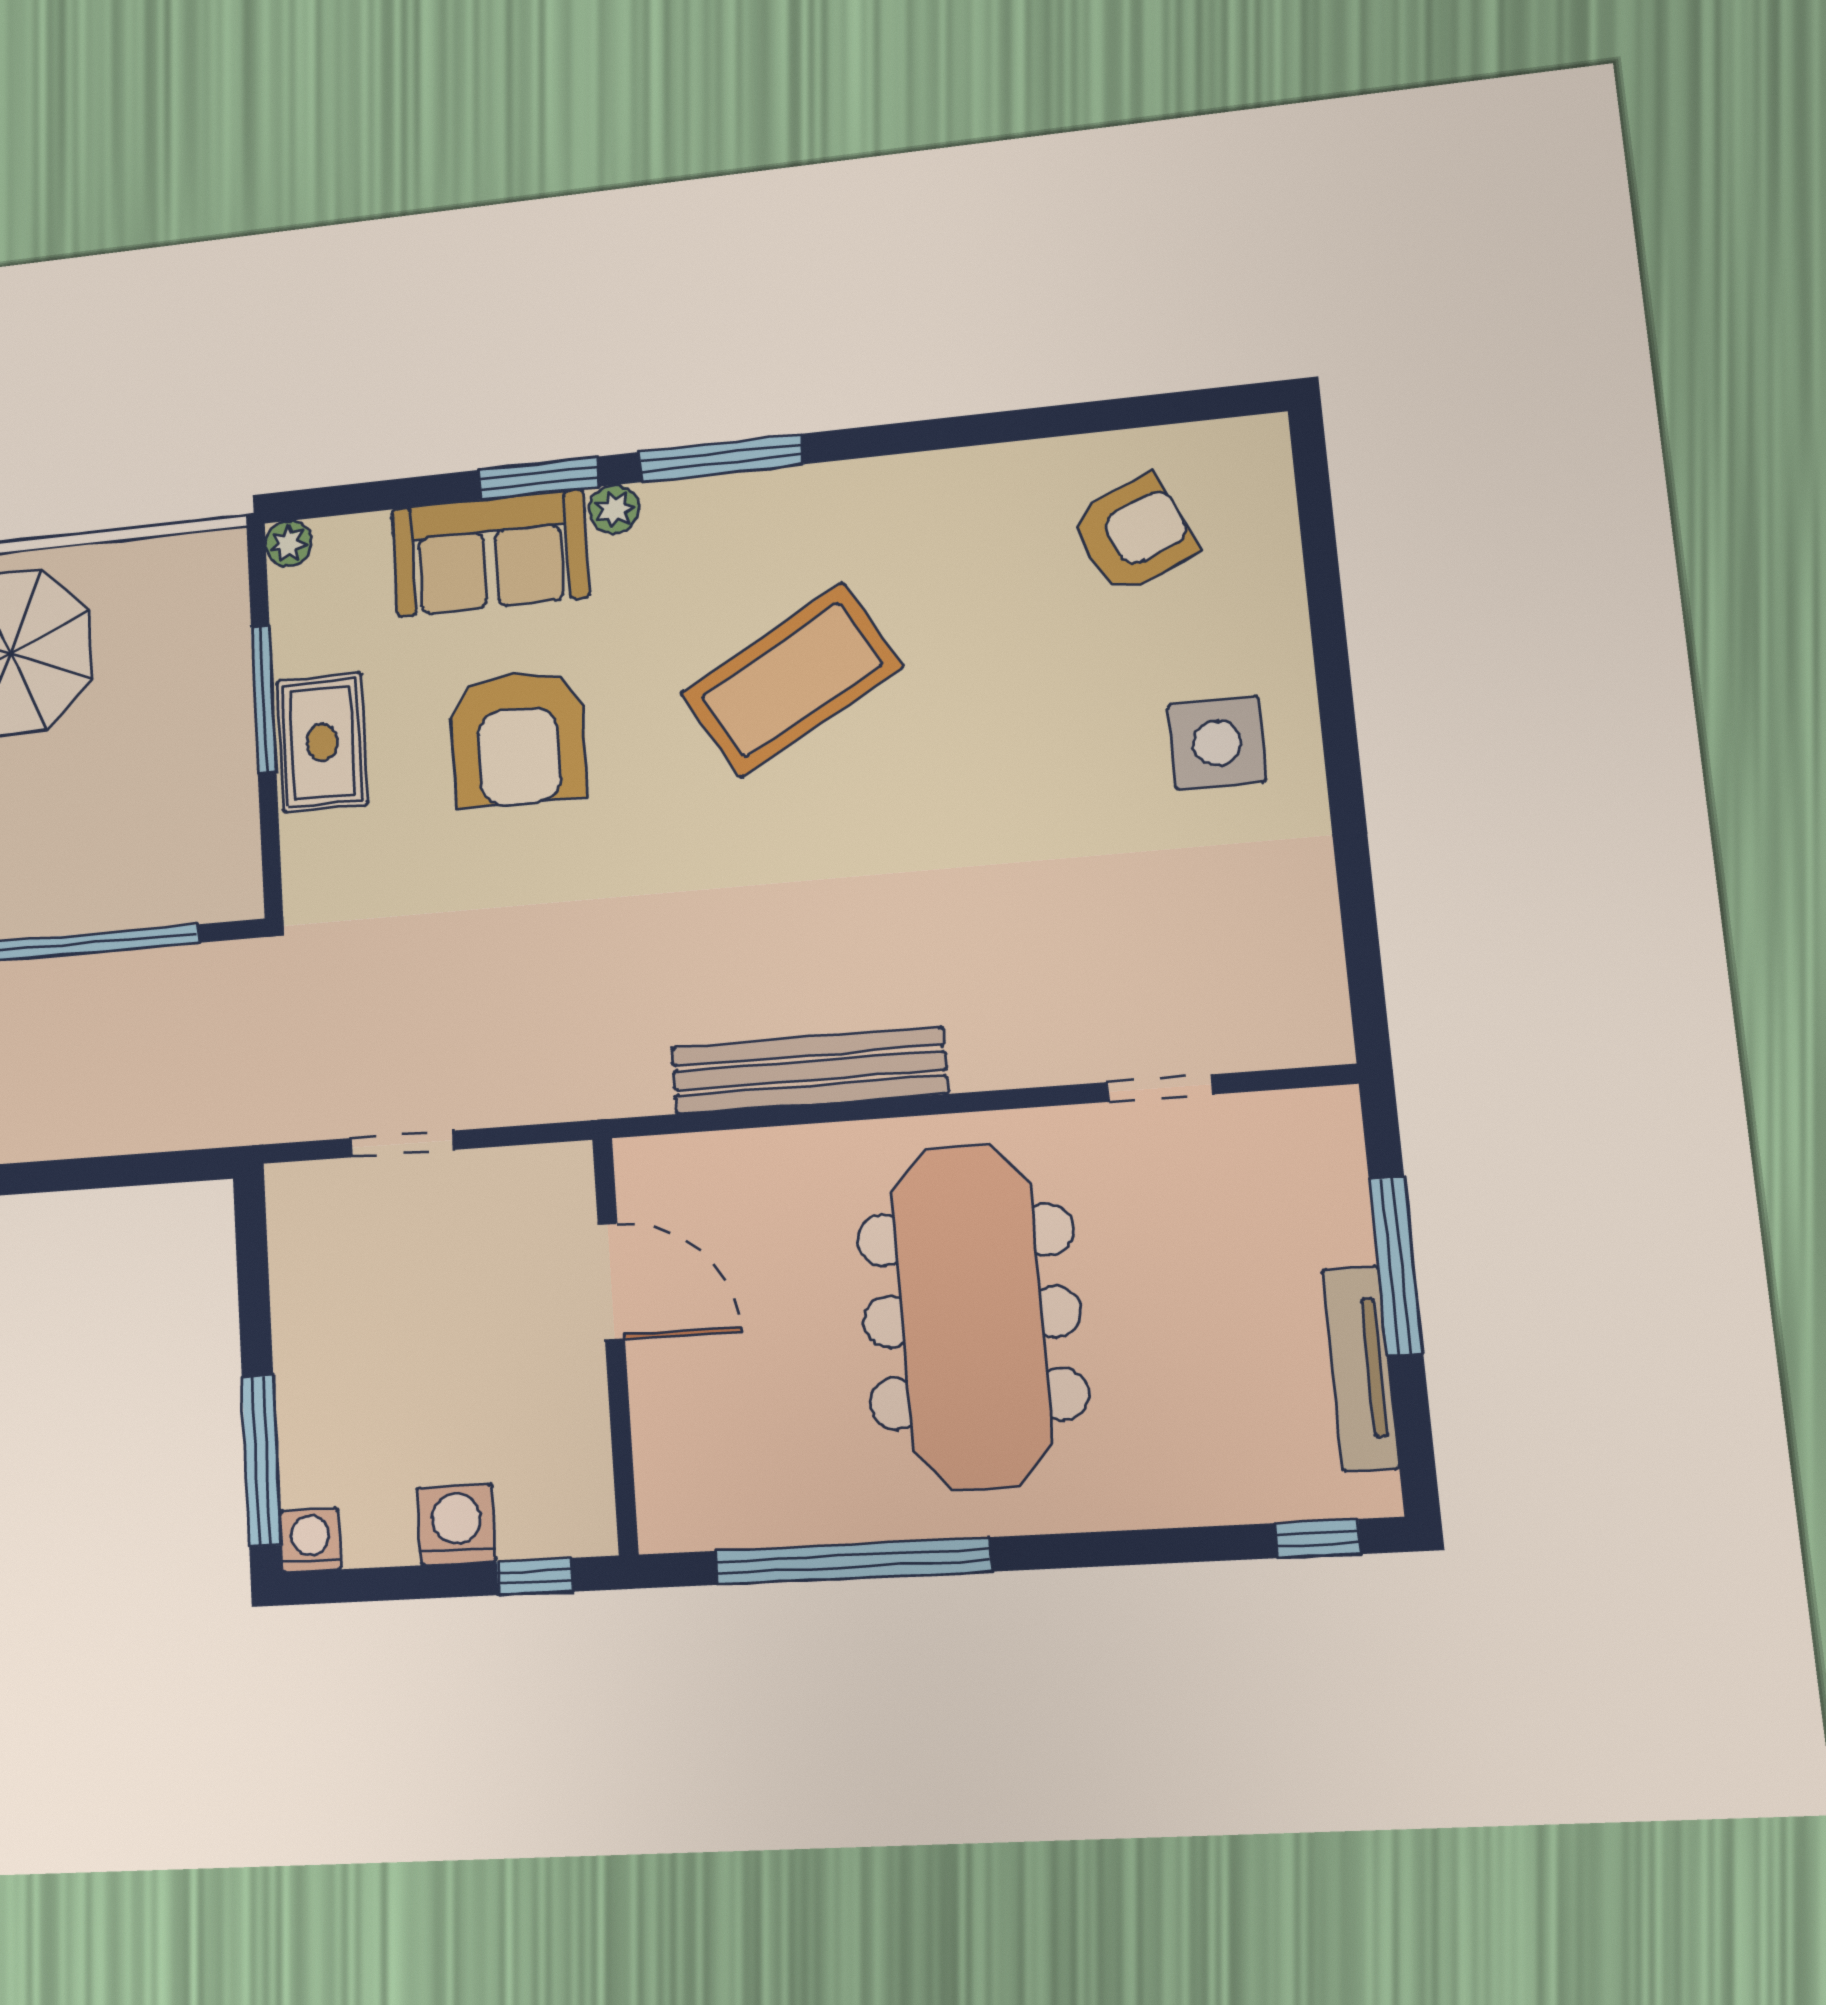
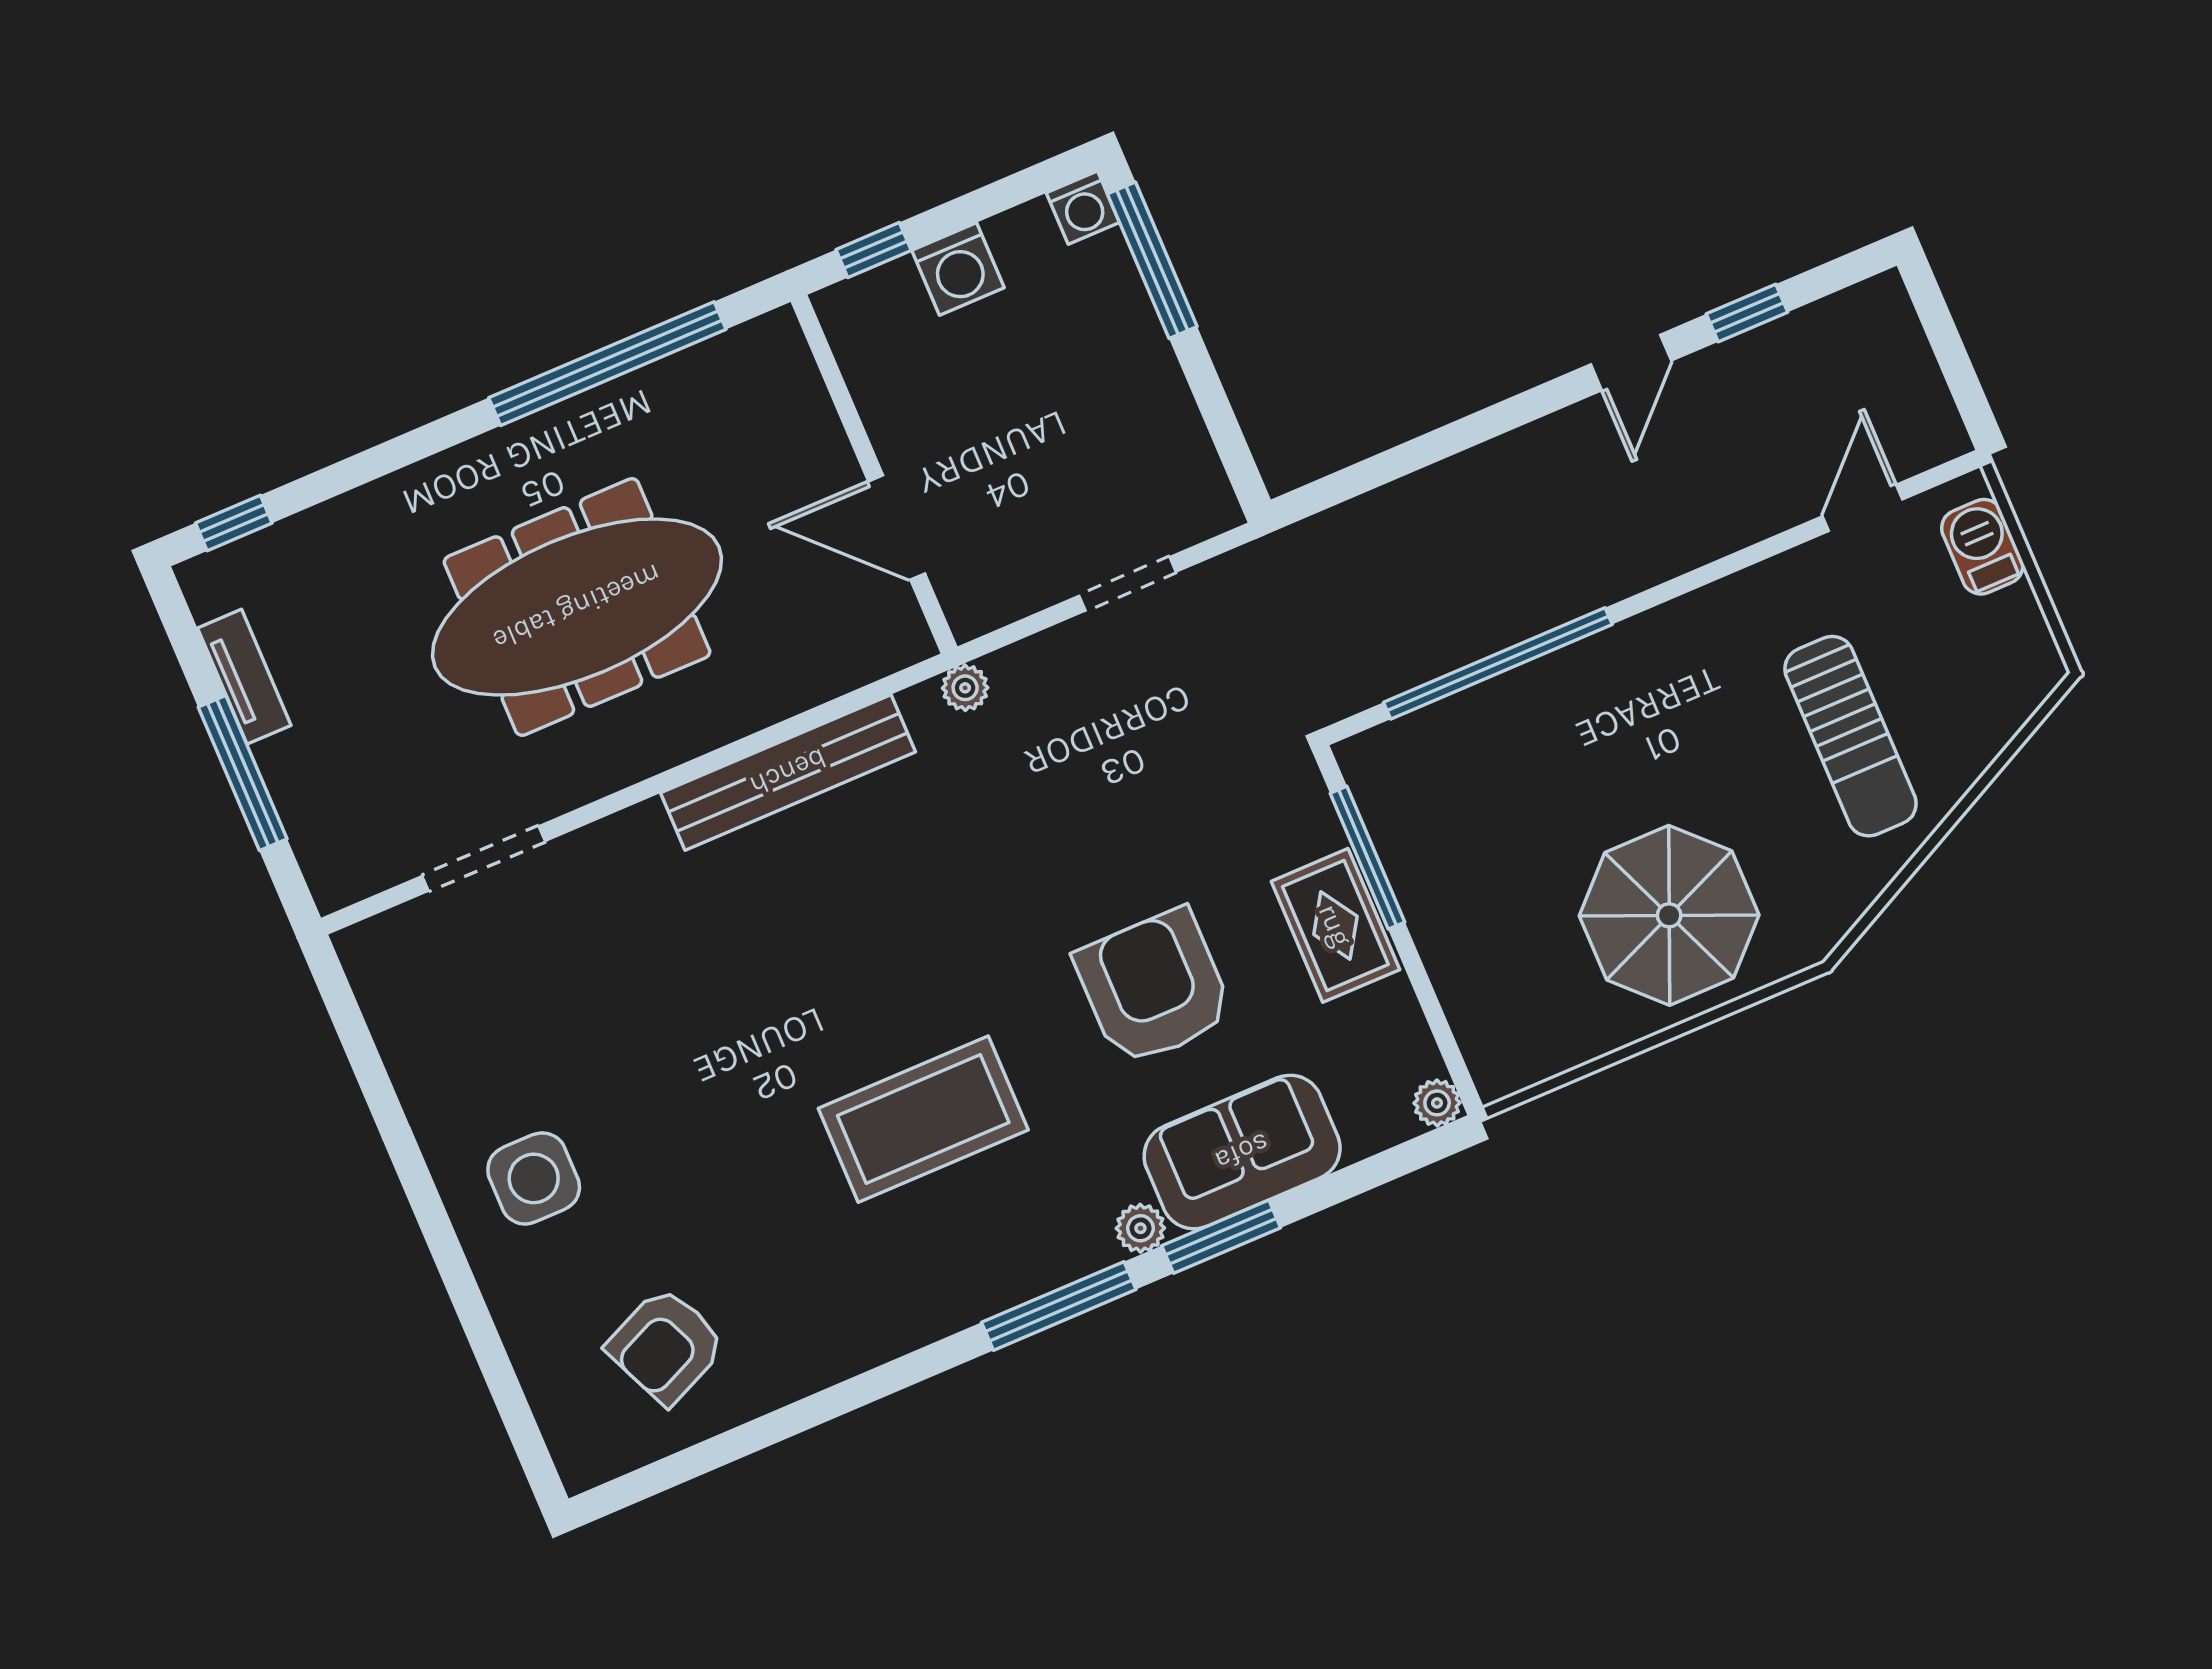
coffee table: (792, 680) -> (923, 1119), turned 30
window: (264, 699) -> (1367, 858), moved
doorway: (1160, 1088) -> (484, 858), width x1.38
plant: (599, 1095) -> (965, 688), added
meeting table: (972, 1317) -> (577, 607), turned 90
tv unit: (1360, 1368) -> (244, 677), width x0.71

